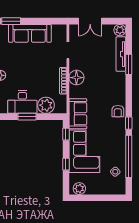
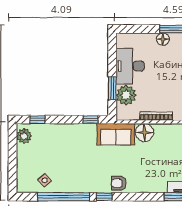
floor lamp: (76, 78) -> (144, 133), moved
window: (27, 117) -> (112, 88), moved
corner sofa: (84, 151) -> (70, 142), removed
window: (66, 164) -> (38, 120), moved

